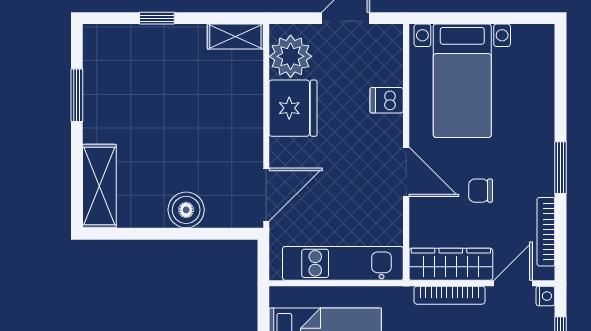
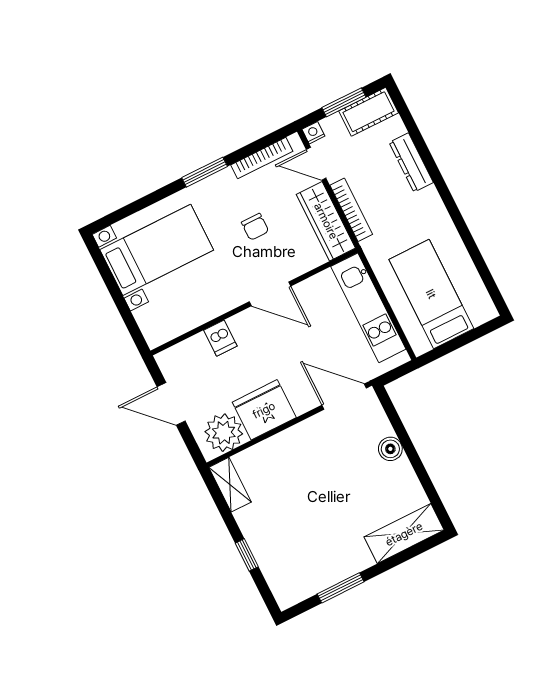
bed with nightstands: (462, 81) -> (157, 250), moved
door: (406, 172) -> (270, 294), swing flipped
boiler: (186, 210) -> (390, 449), width x0.73, depth x0.73

